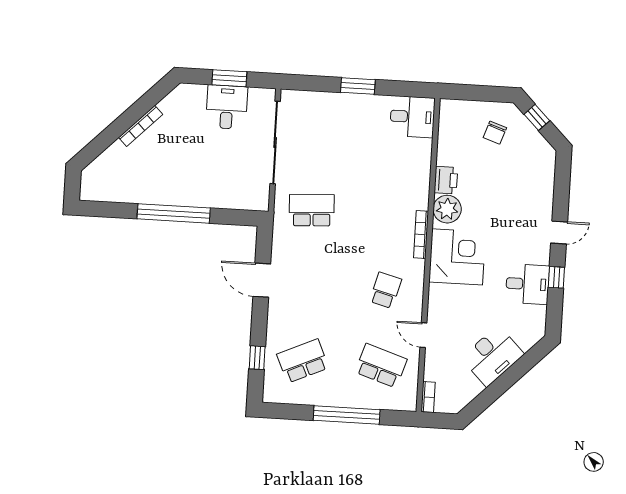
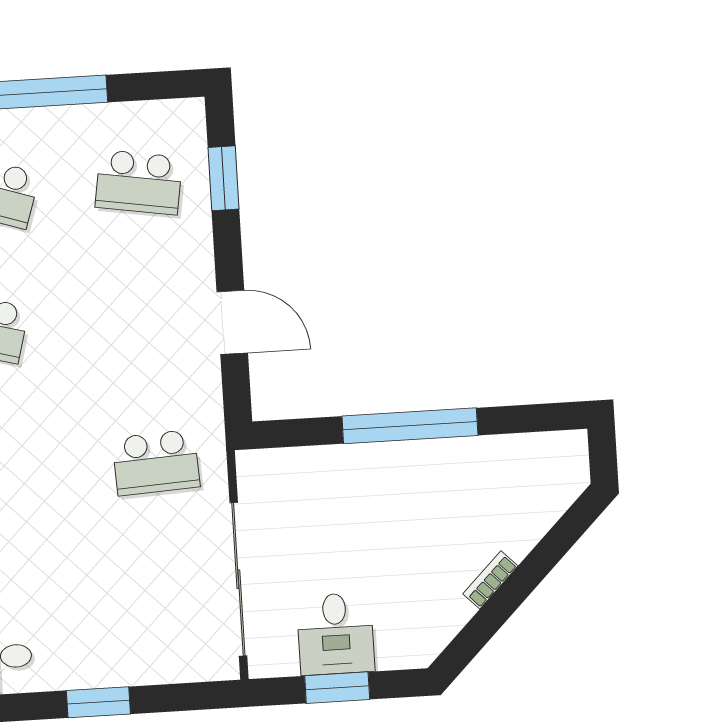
bookcase: (141, 126) -> (490, 580), width x0.64
window: (257, 358) -> (224, 178), width x1.50
school desk: (303, 361) -> (139, 182), turned 33

